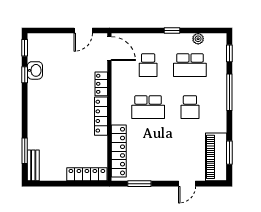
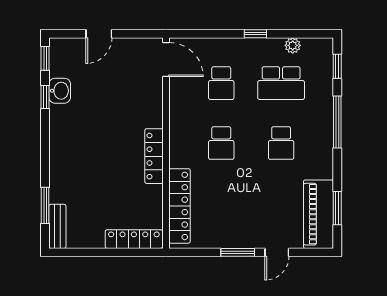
door: (83, 30) -> (99, 34), moved
locker: (101, 84) -> (154, 110), removed
school desk: (148, 107) -> (221, 143), width x0.54
window: (139, 184) -> (238, 252), moved

